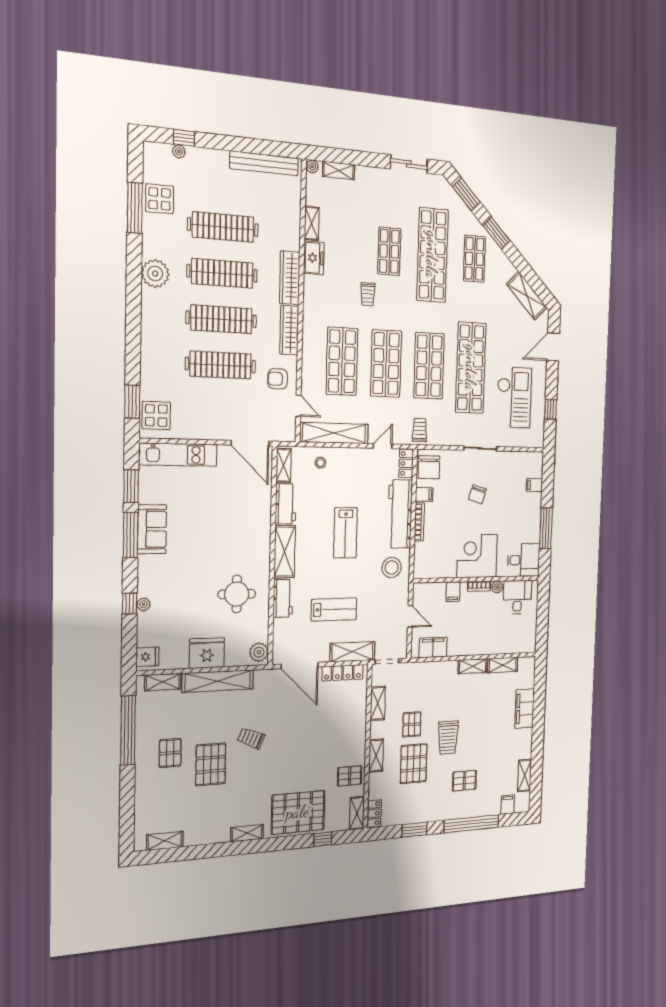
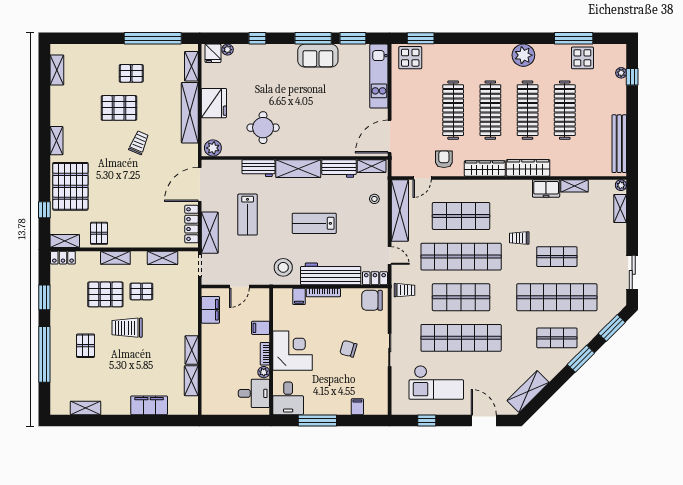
shop shelf: (386, 364) -> (461, 257), width x1.40
filing cabinet: (424, 495) -> (299, 296), moved
plant: (144, 604) -> (228, 50), moved
filing cabinet: (508, 805) -> (59, 391), removed

